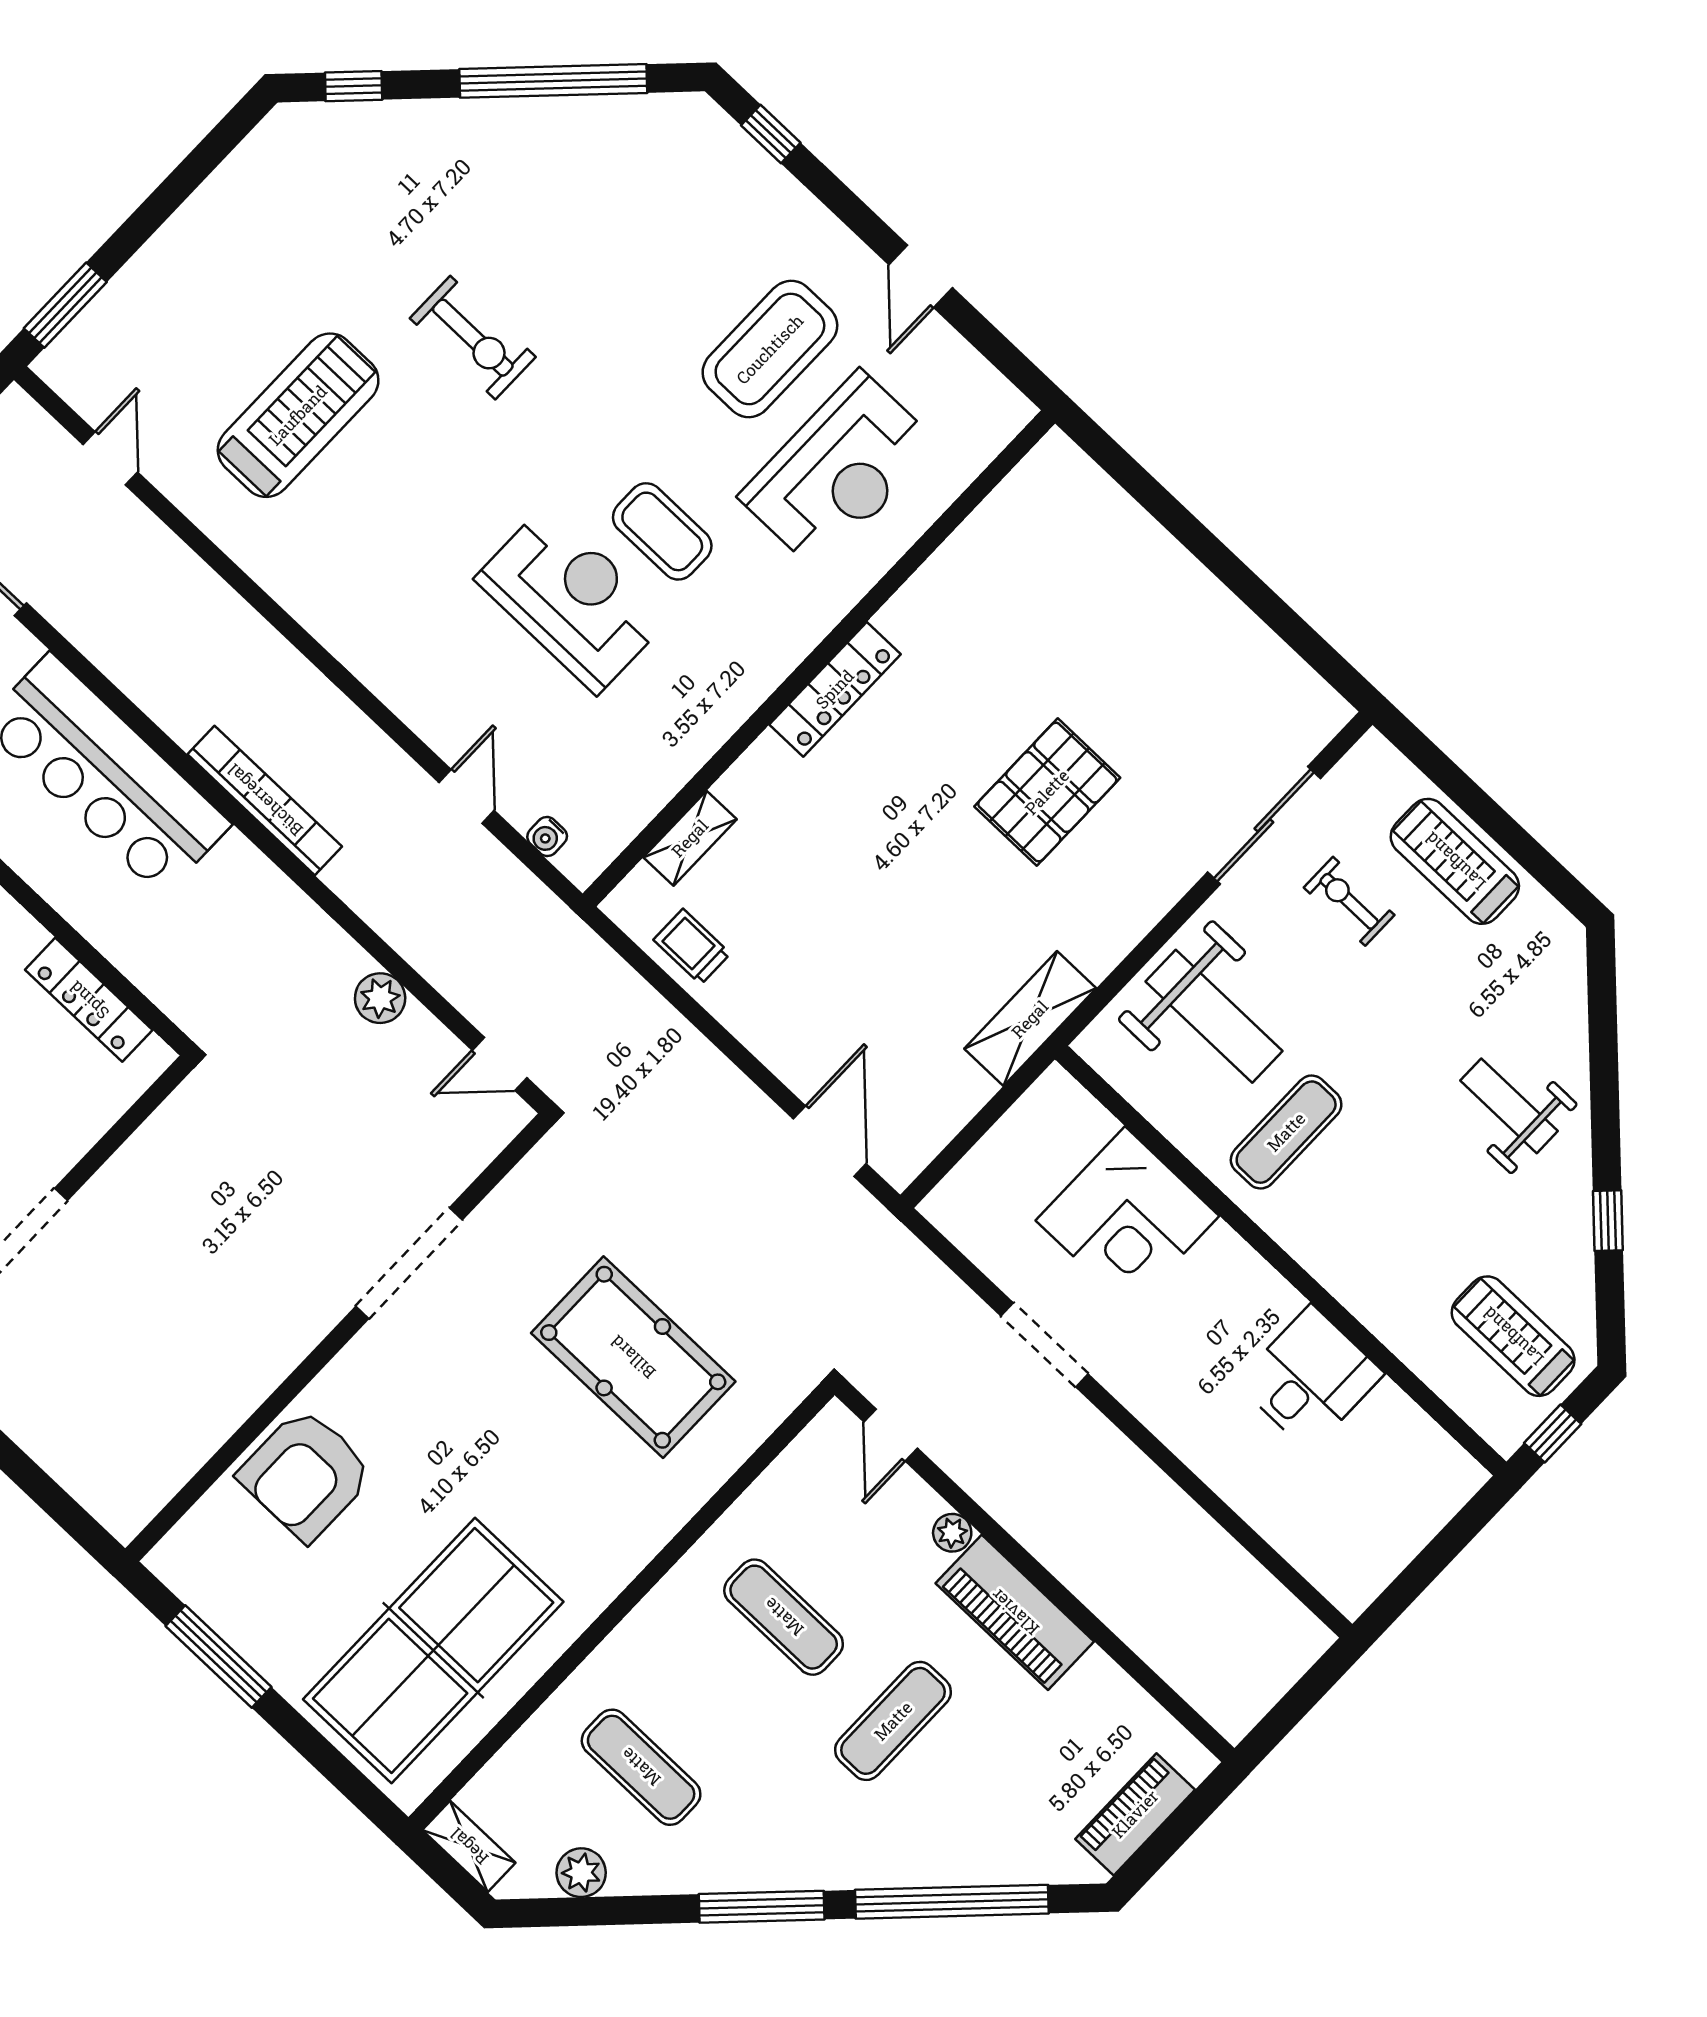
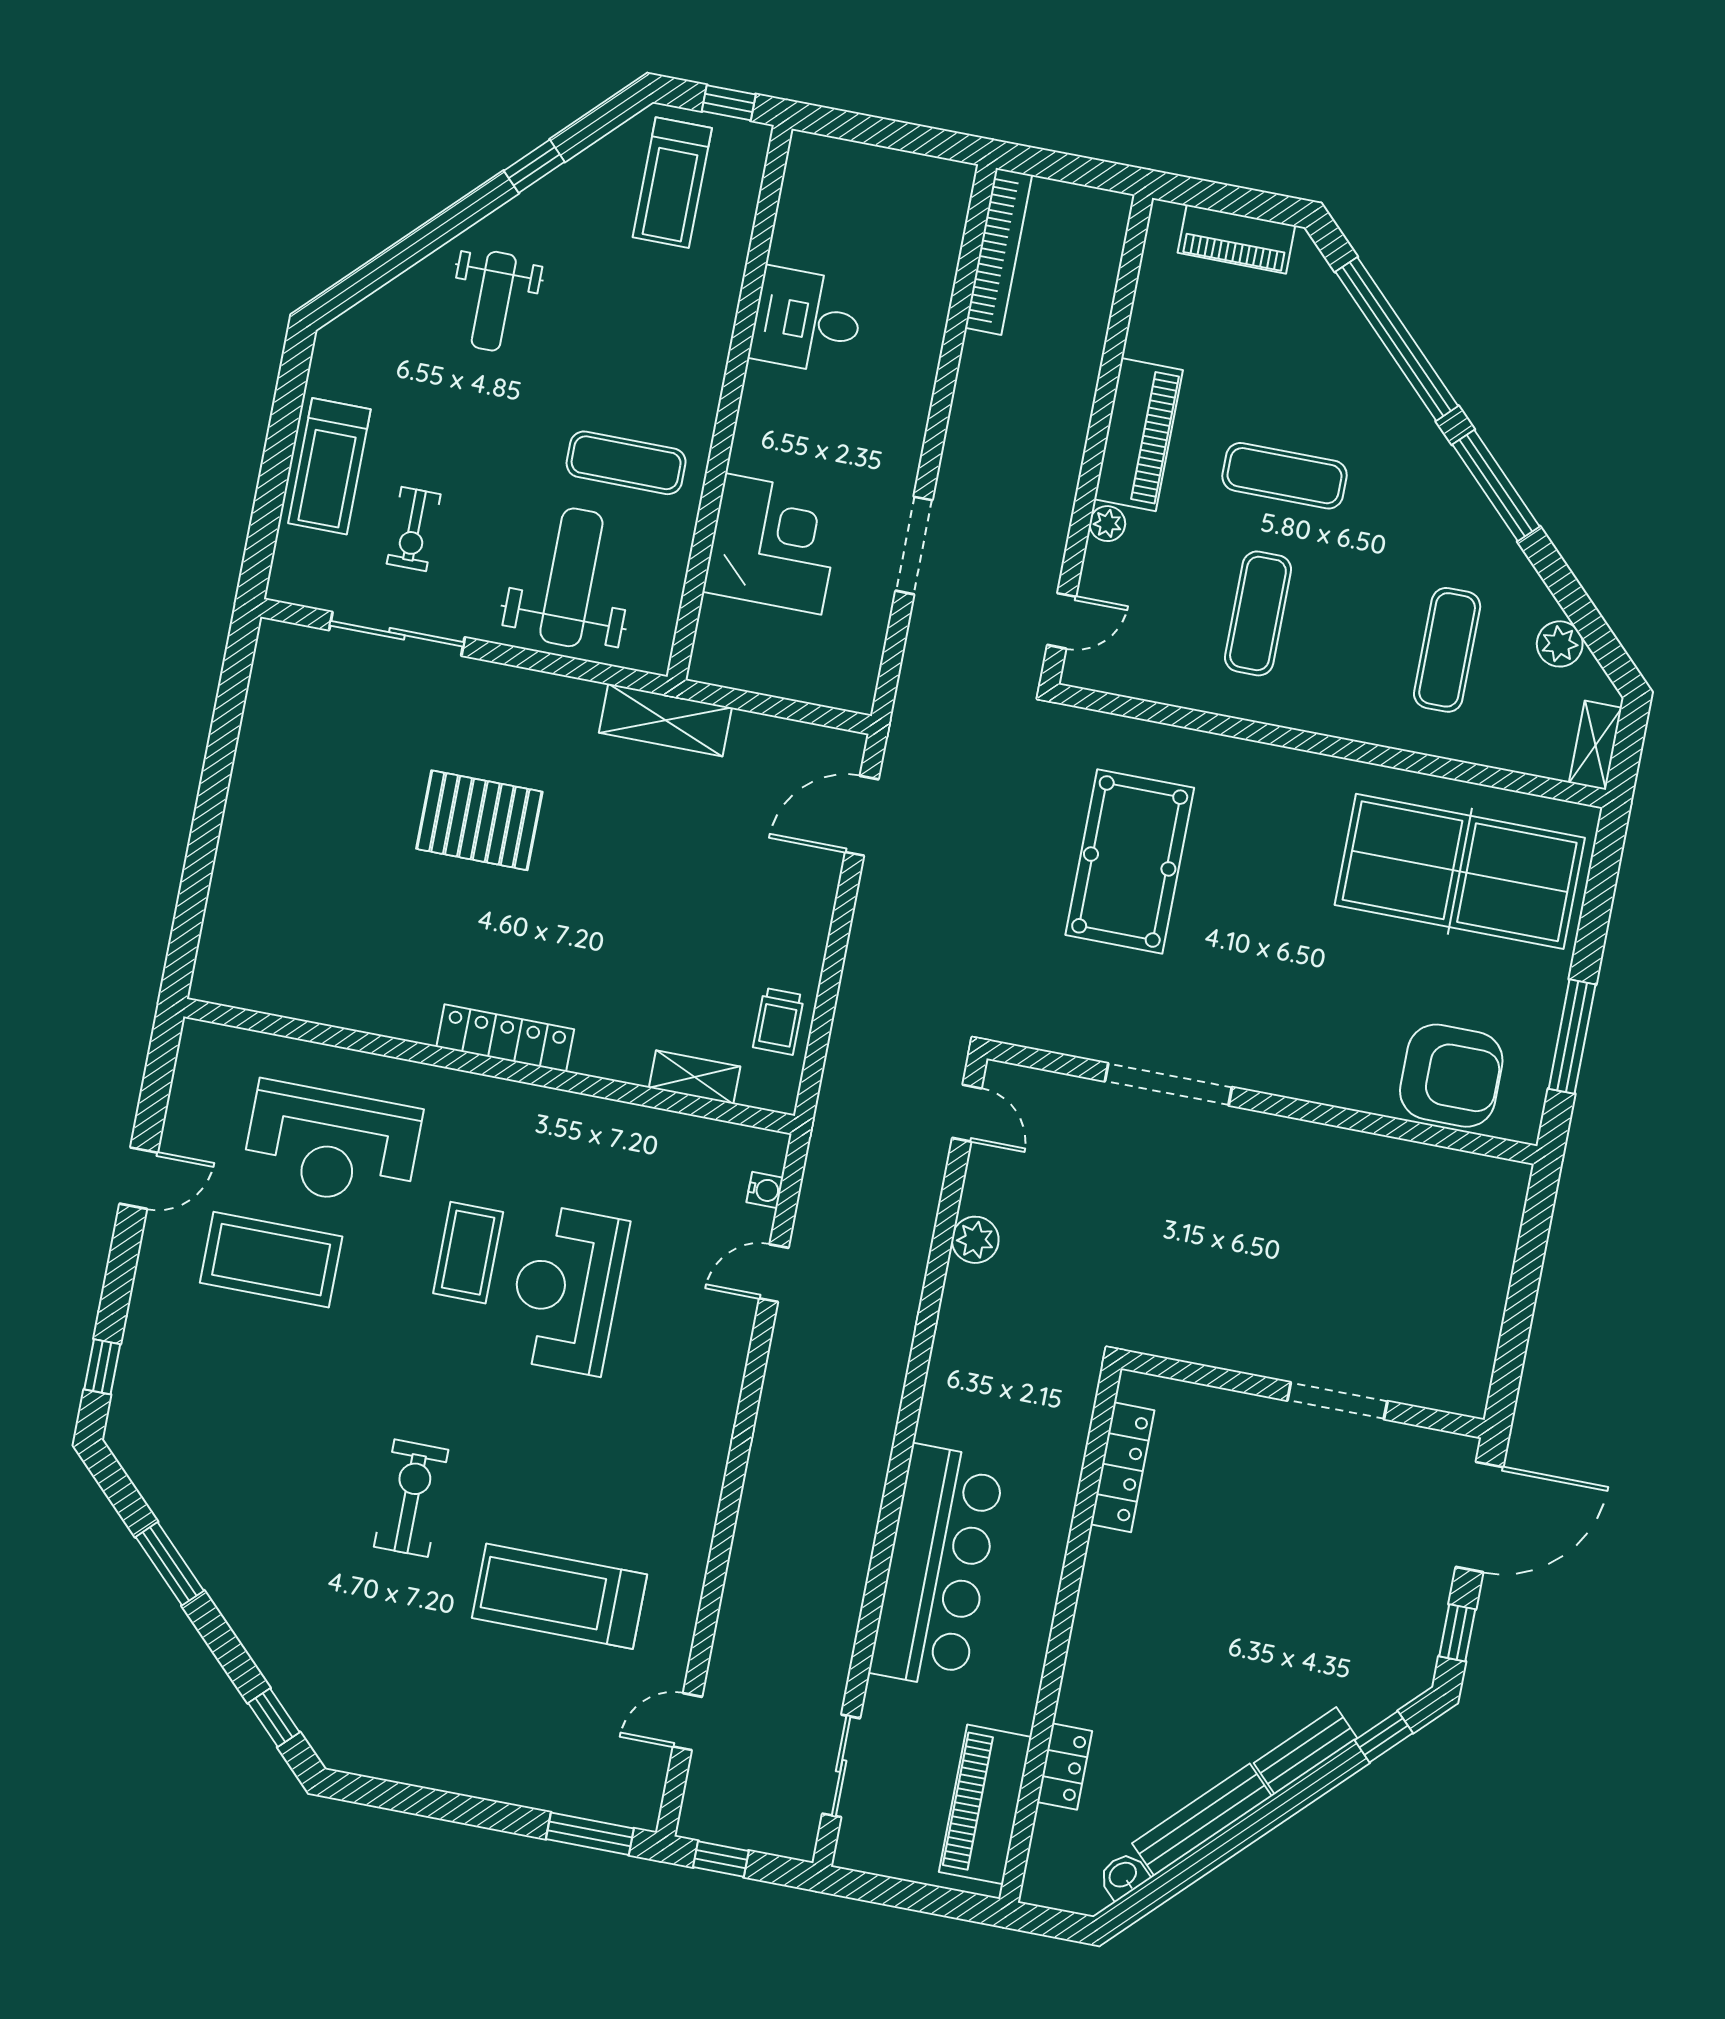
window: (553, 81) -> (170, 1564), width x0.47
reception desk: (839, 471) -> (332, 1145), turned 180
bookcase: (265, 800) -> (998, 251), moved, turned 180
armchair: (306, 1474) -> (1451, 1076), moved

